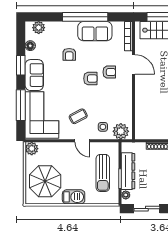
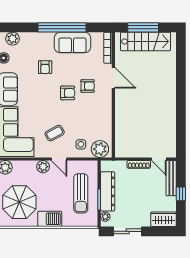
plant: (67, 148) -> (43, 167), added

